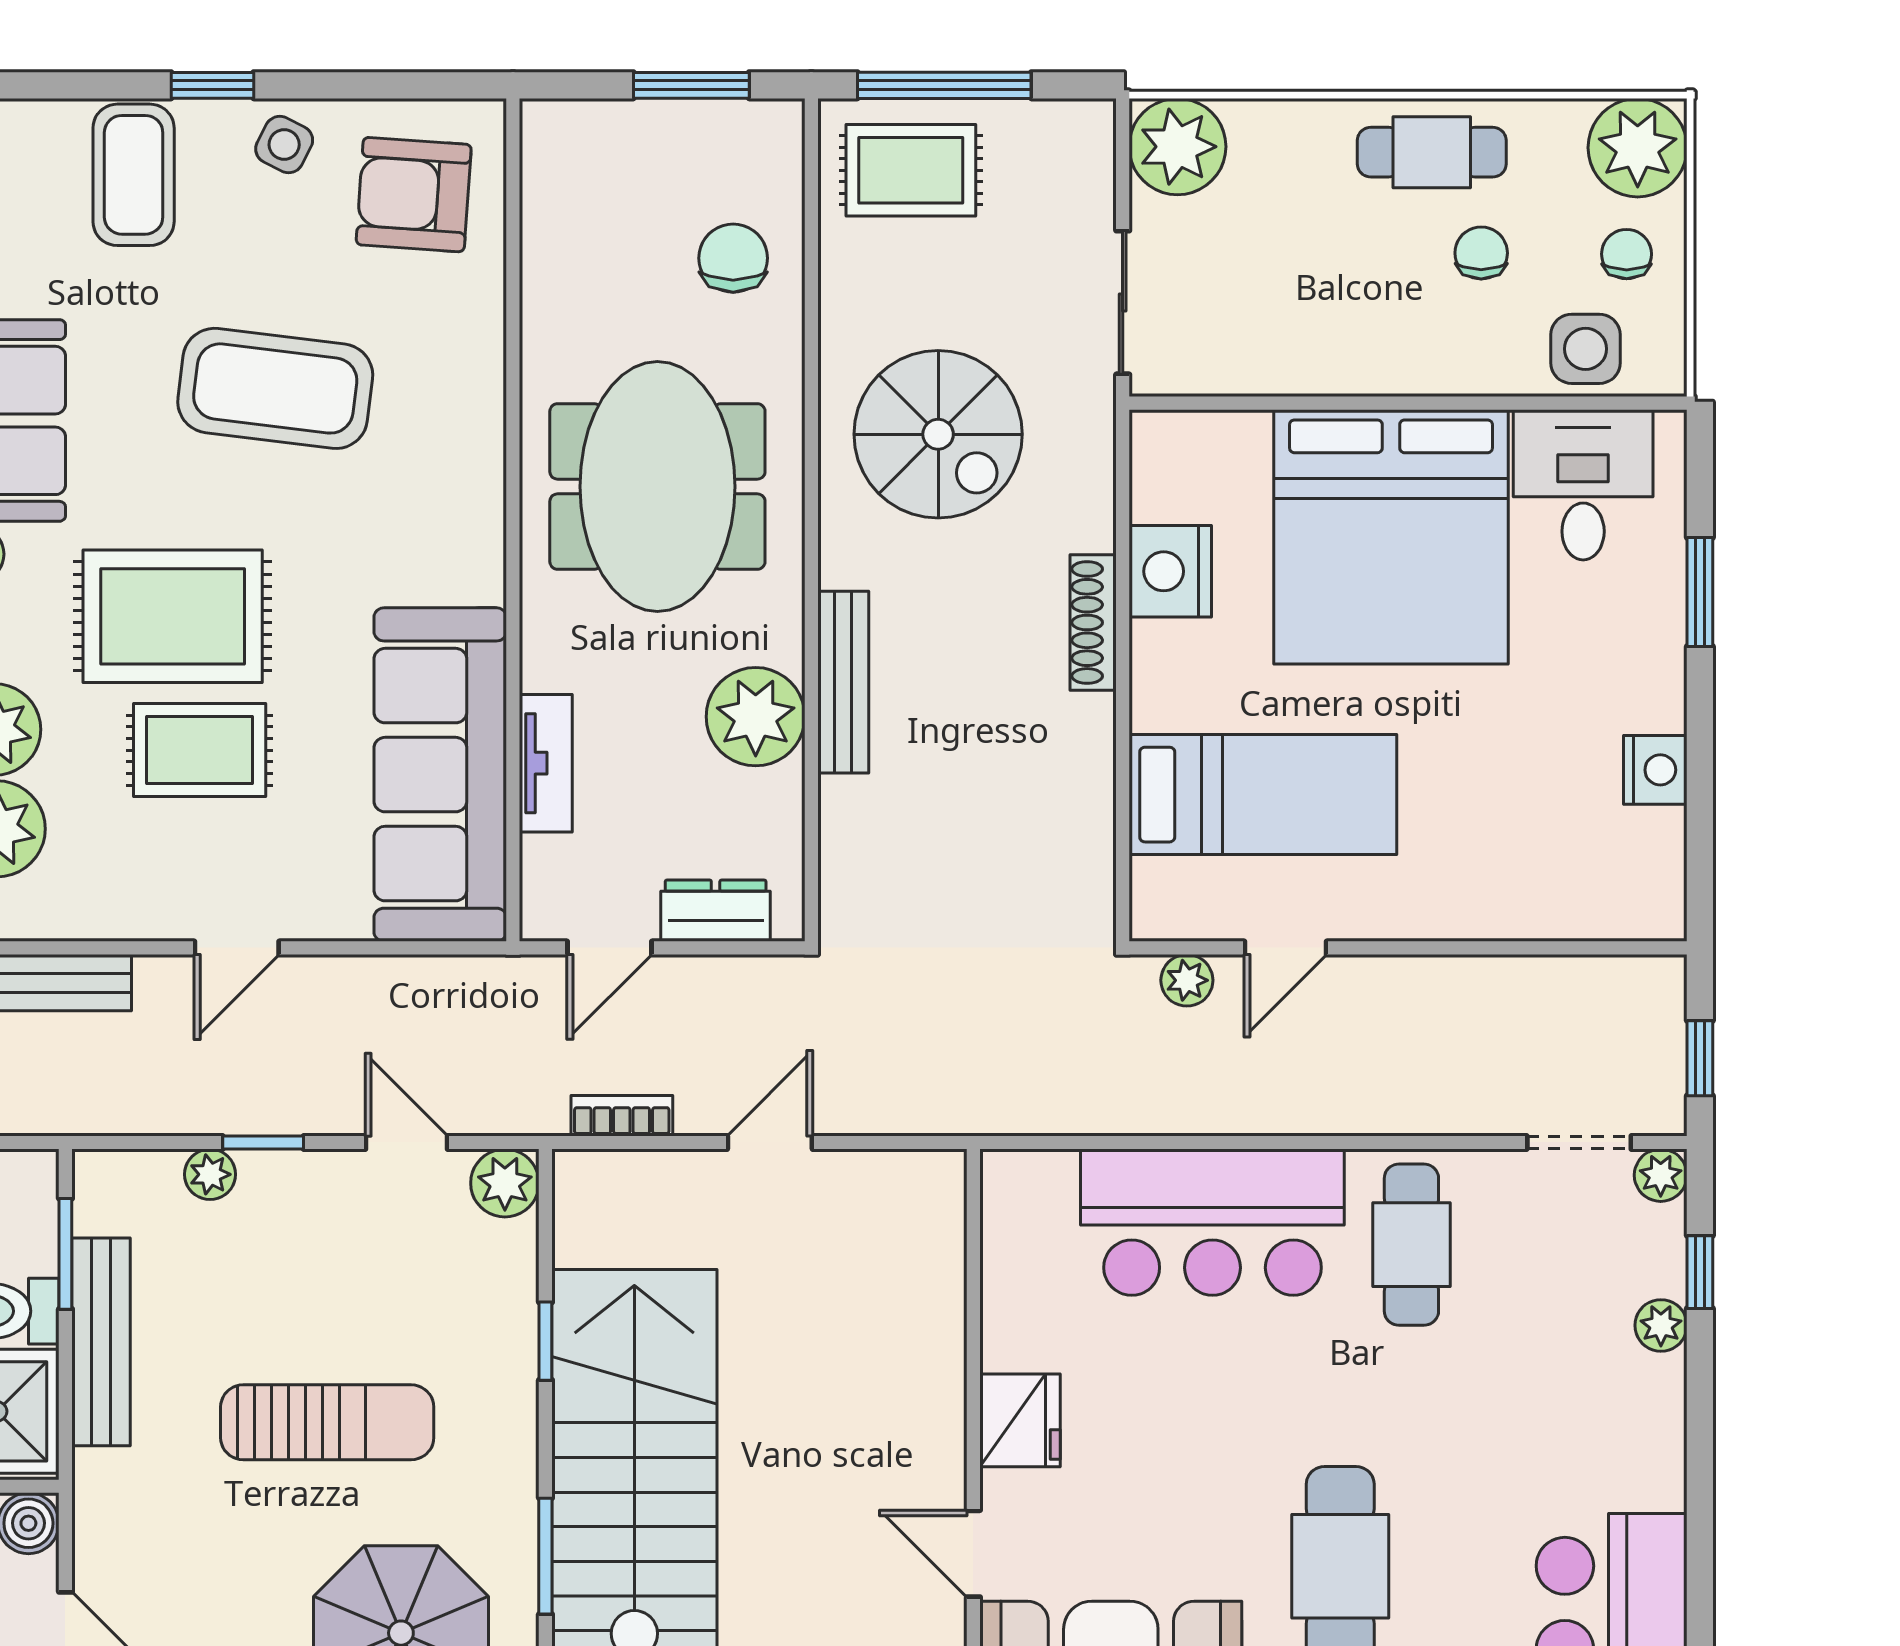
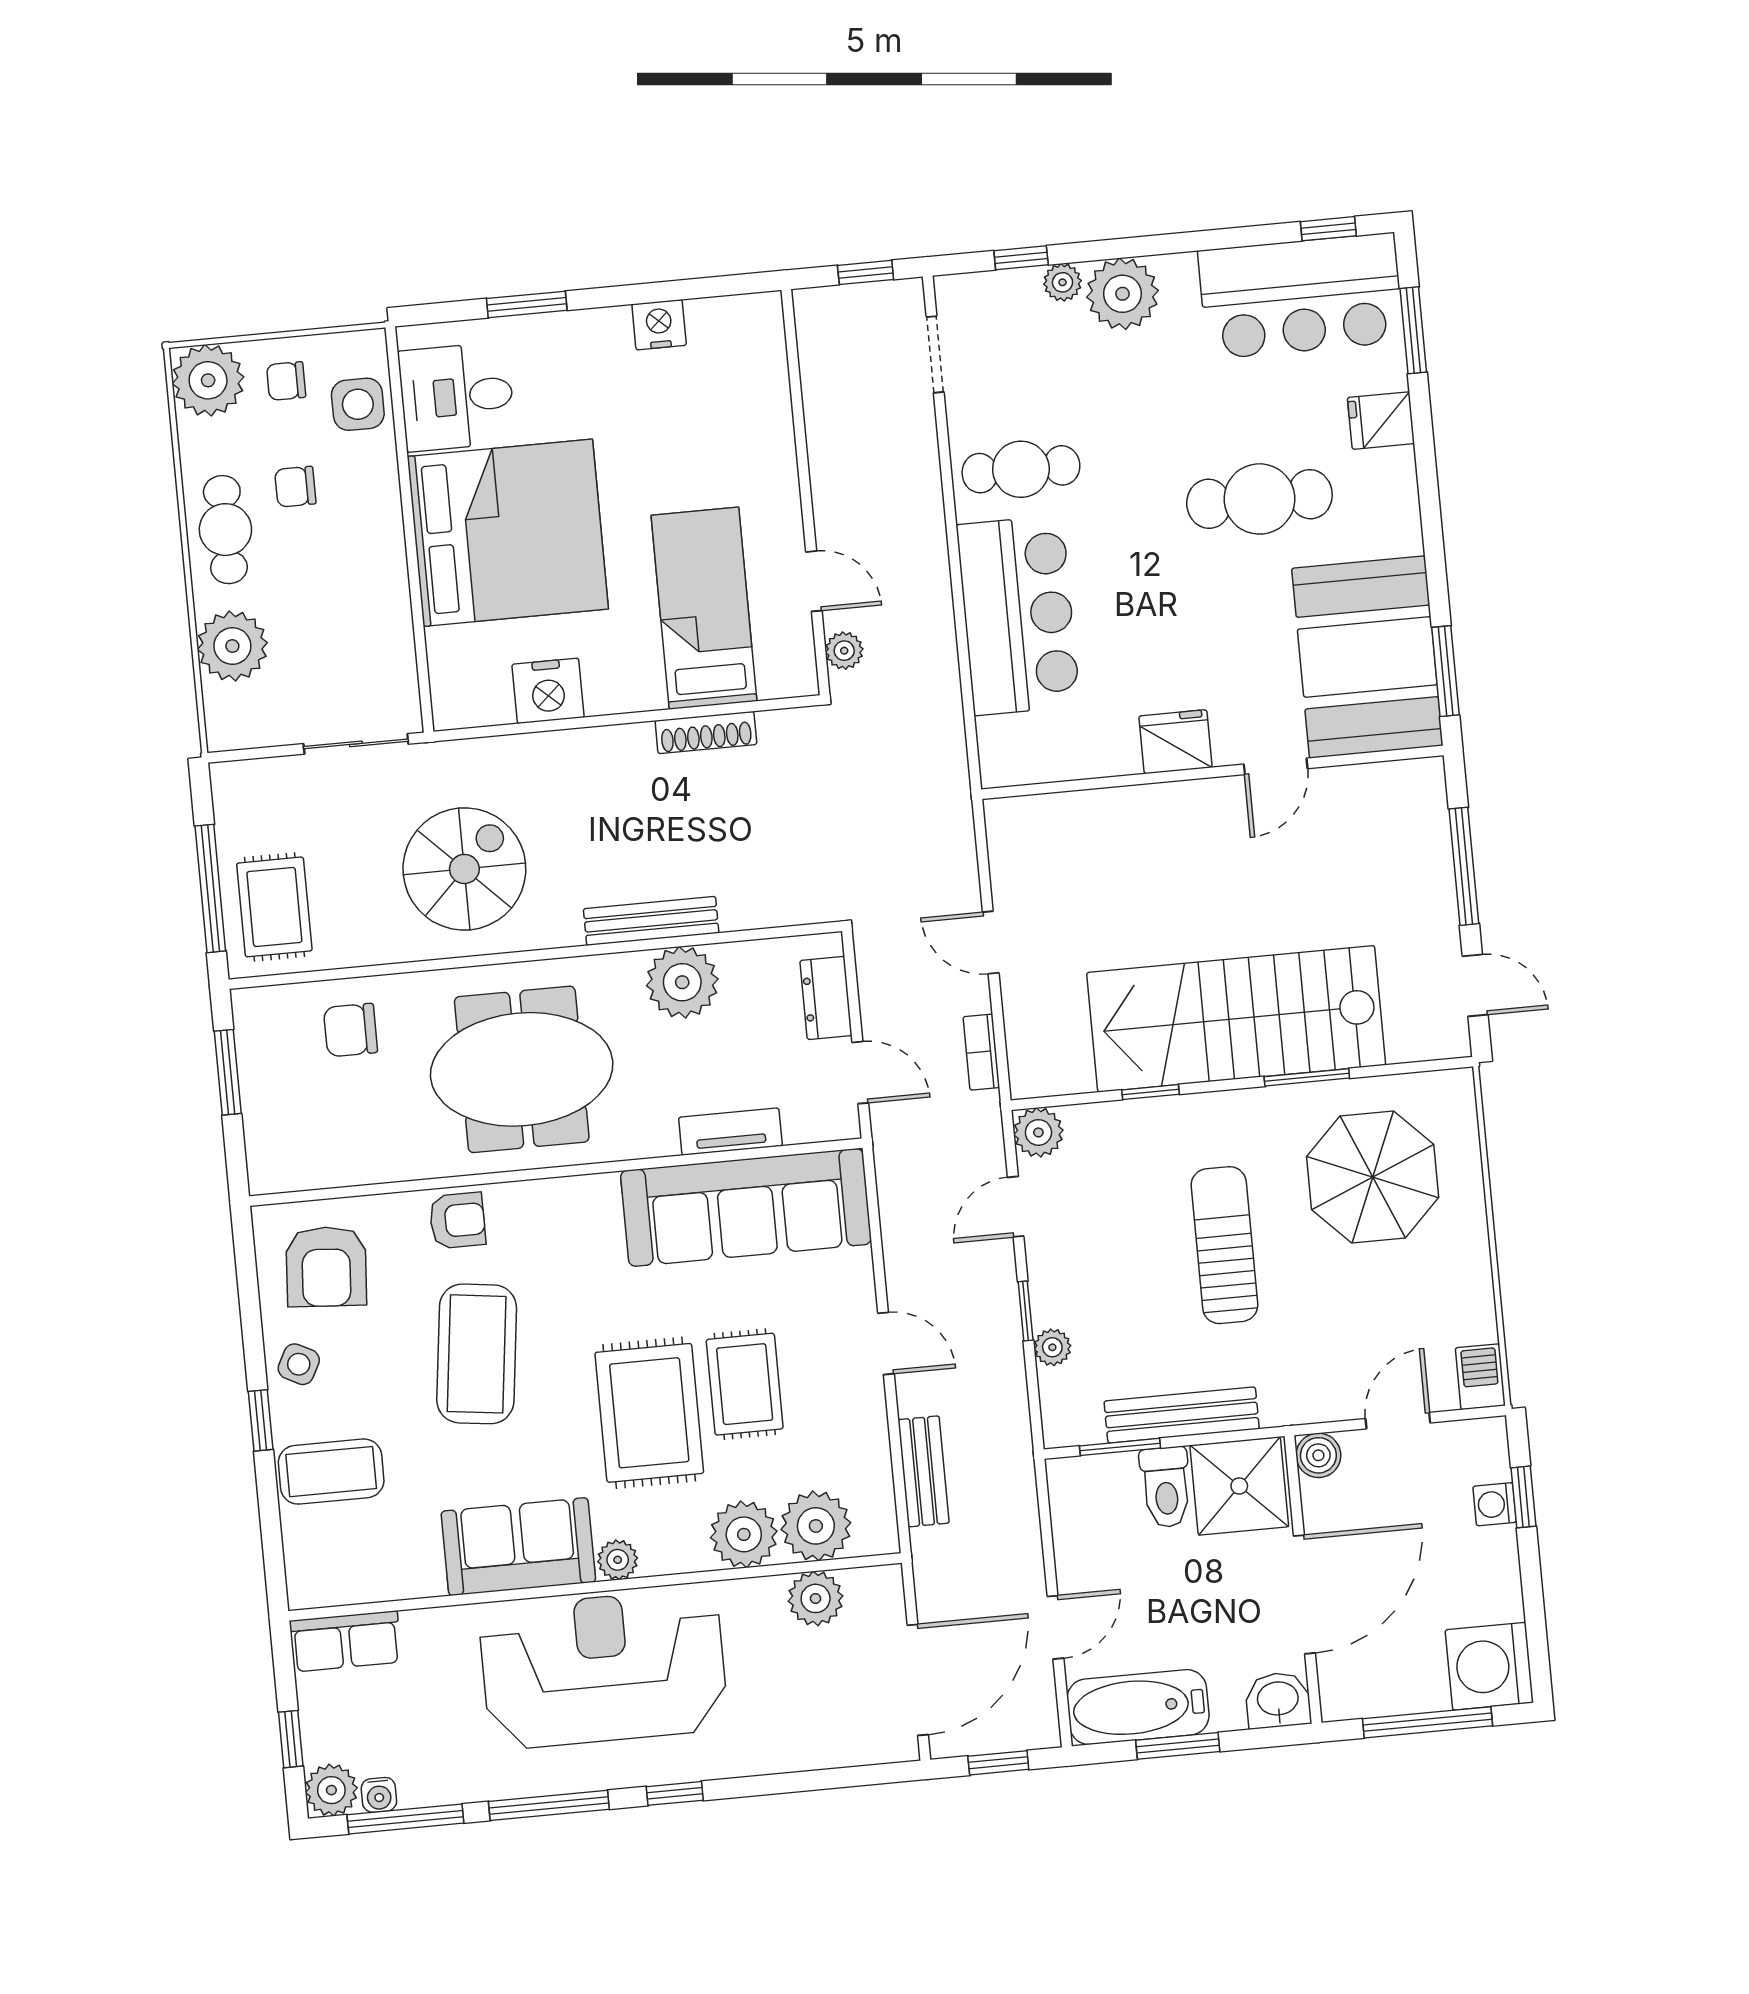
plant: (1177, 147) -> (232, 646), moved
armchair: (460, 379) -> (457, 1220), added
shoe rack: (1093, 622) -> (706, 732), moved
plant: (1661, 1175) -> (1122, 294), moved, width x1.88, depth x1.88

